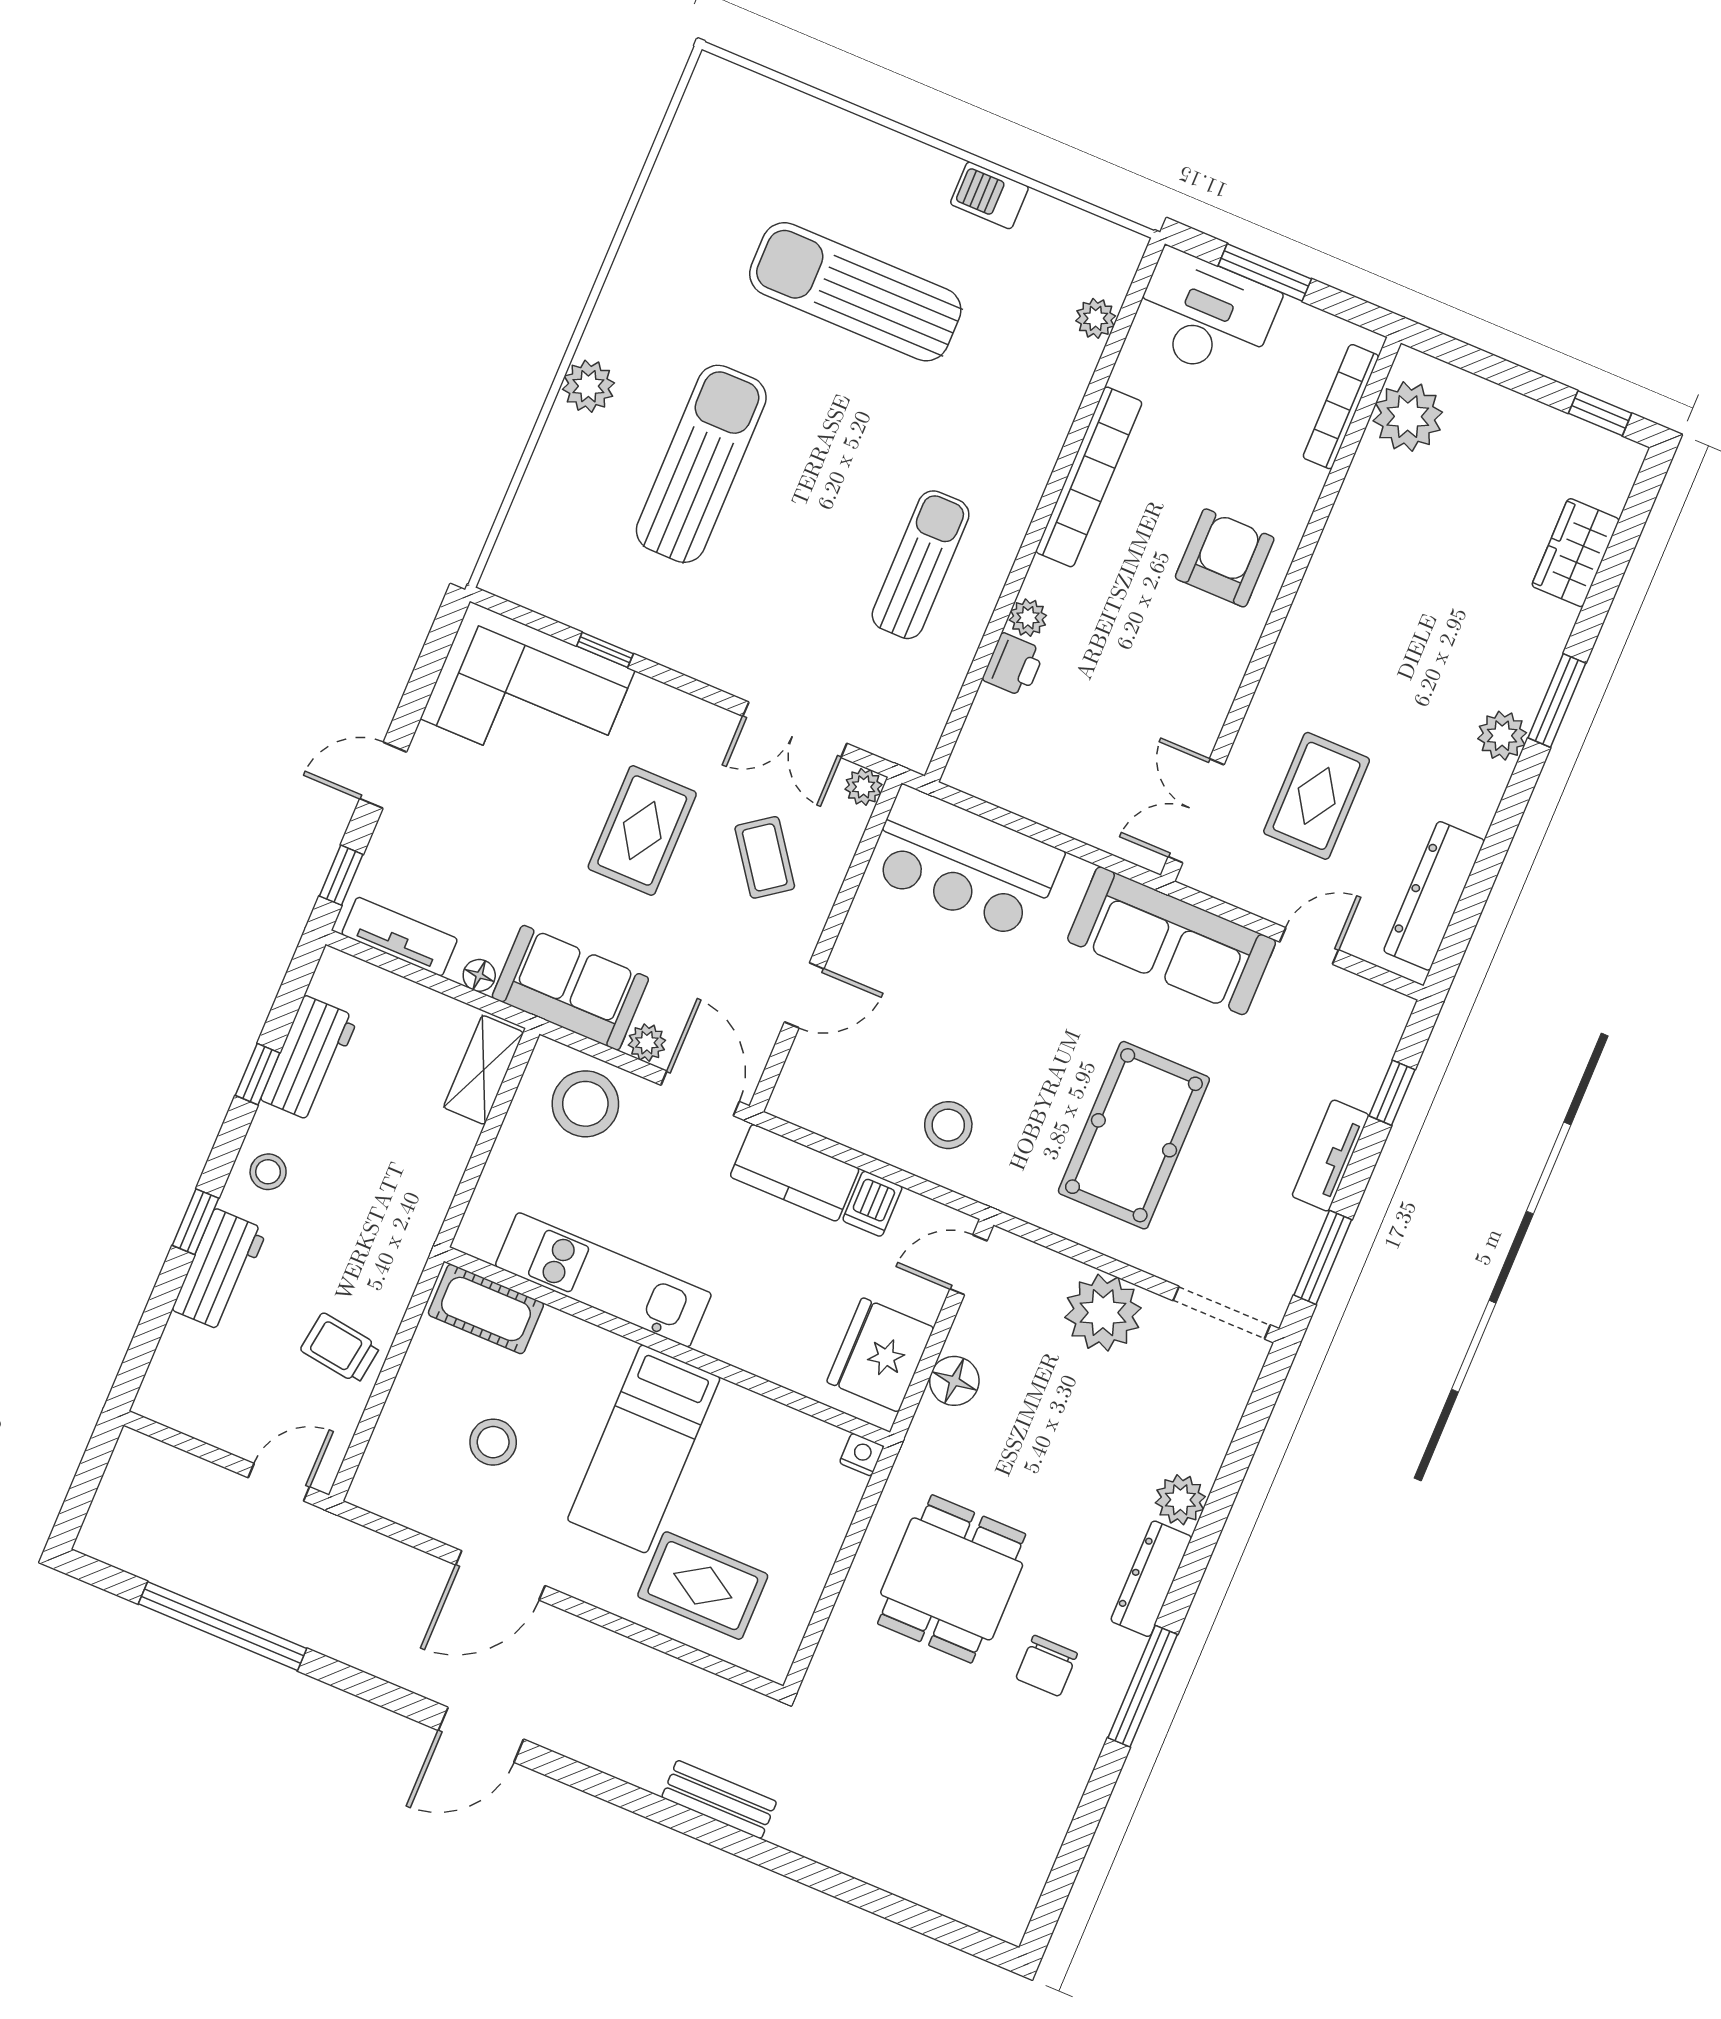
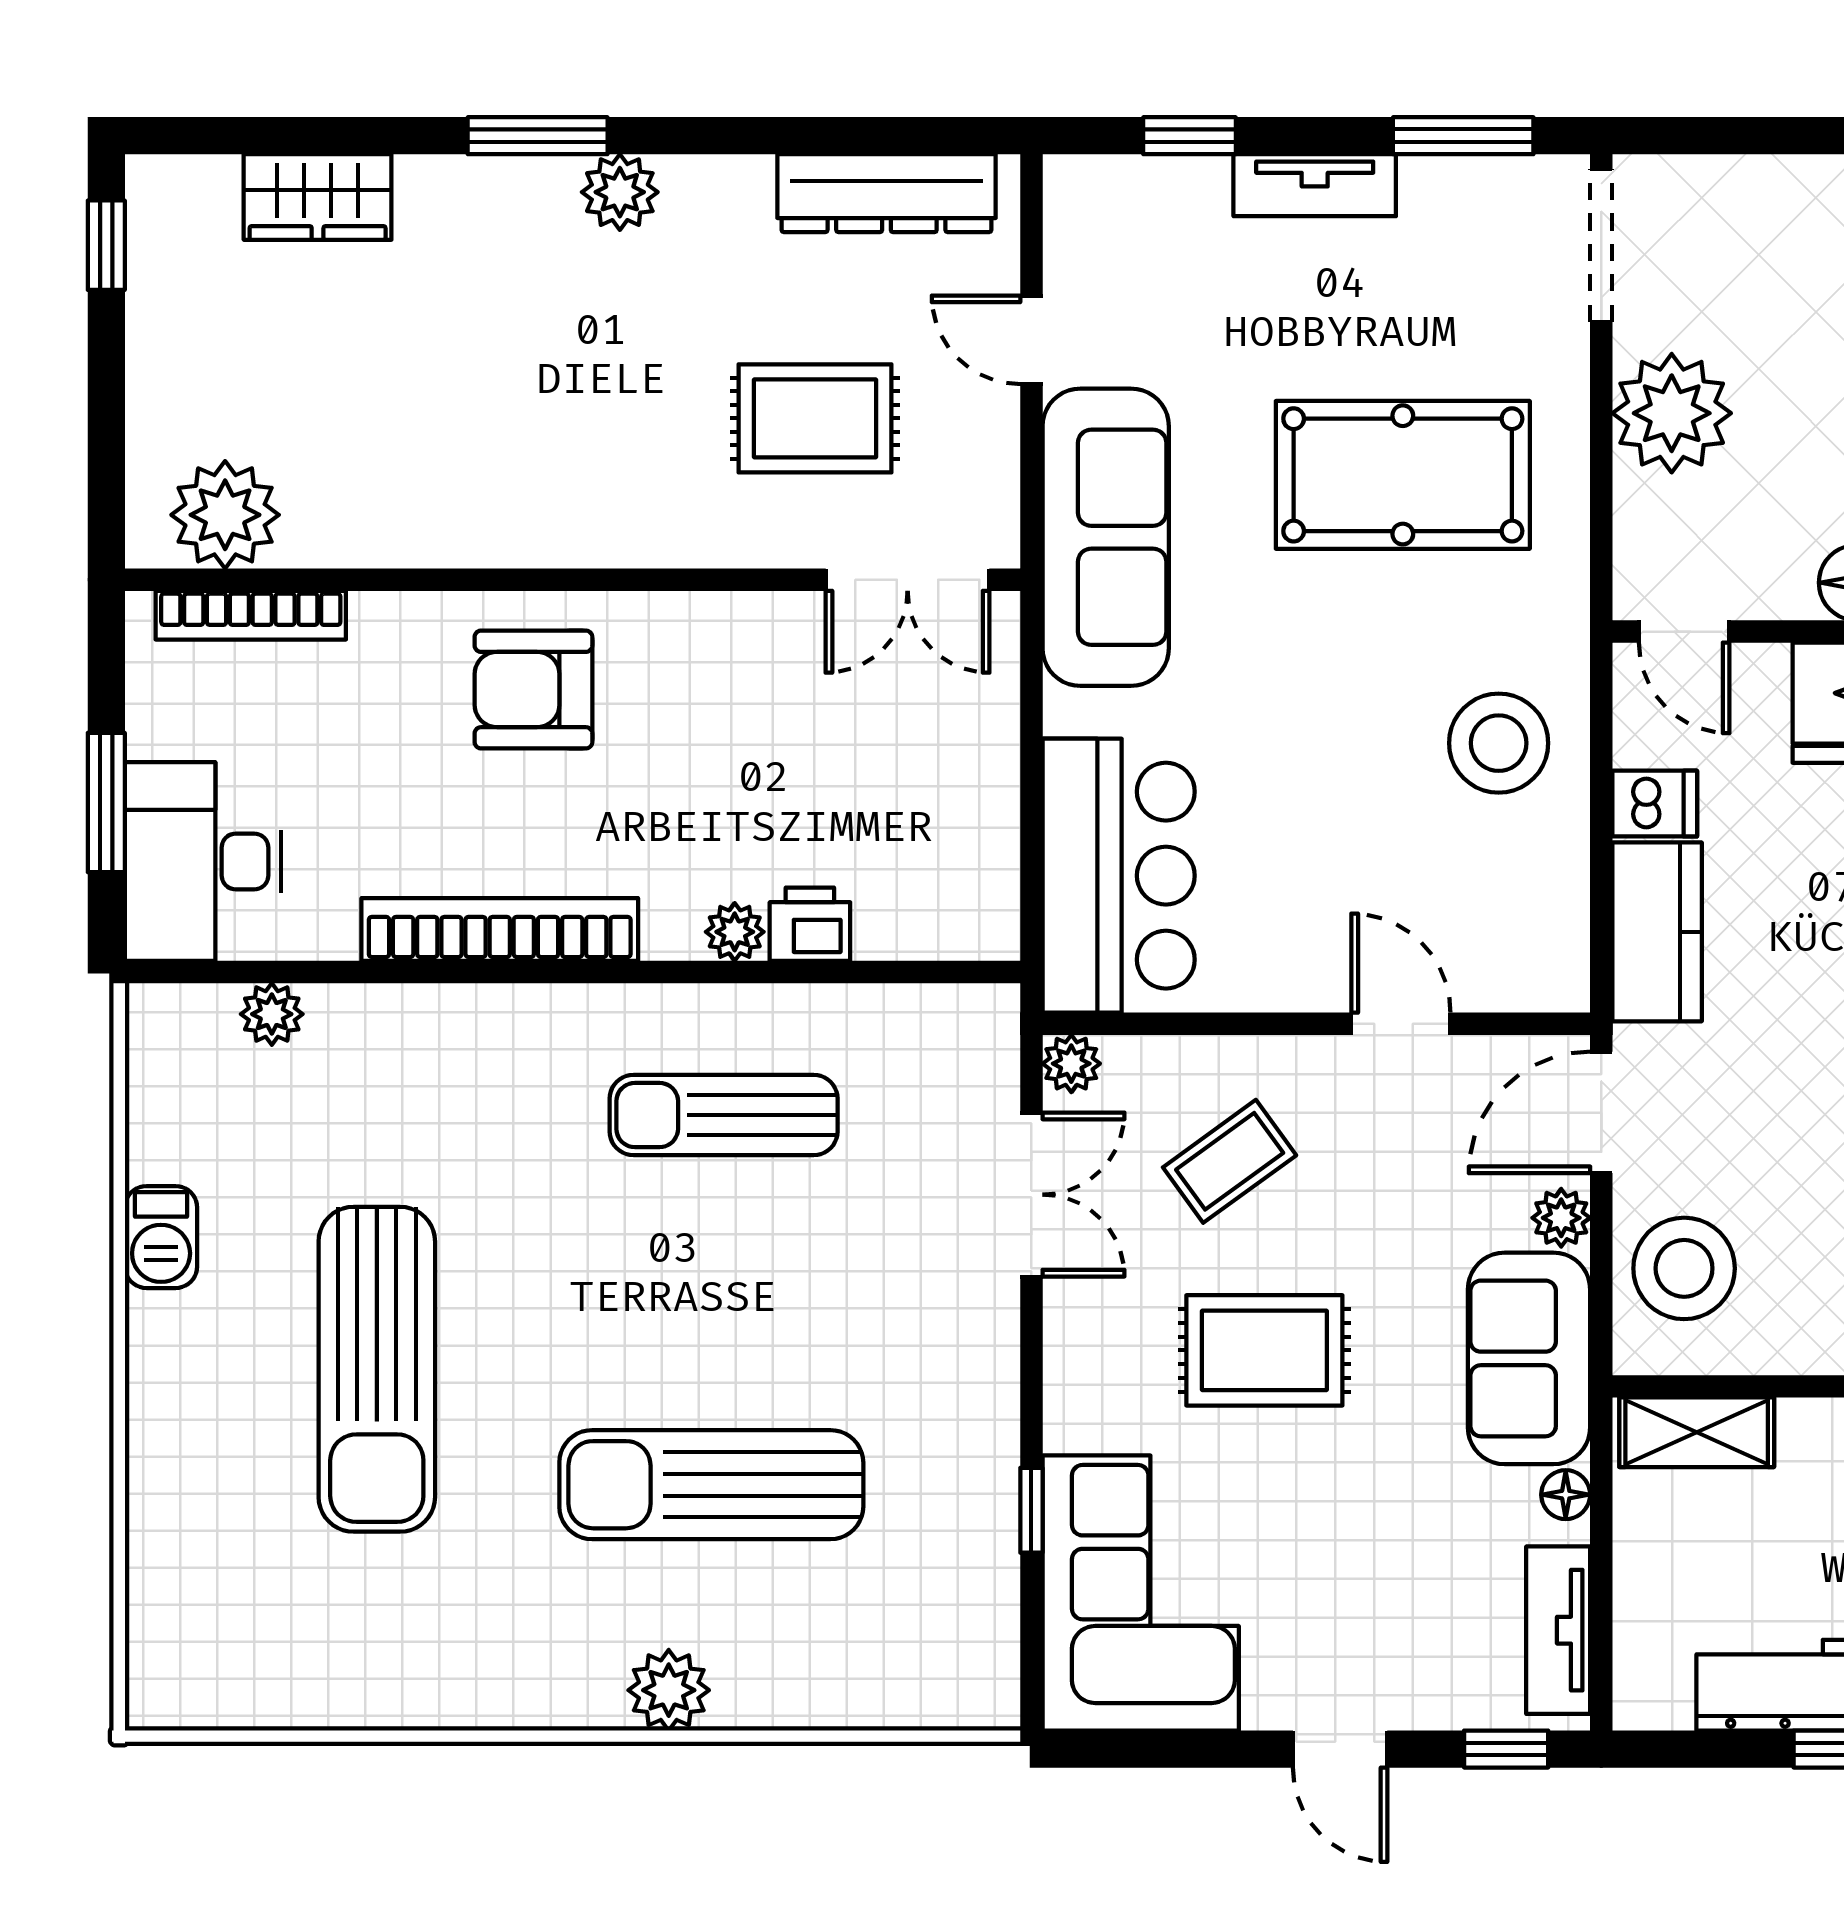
stool: (948, 1125) -> (1499, 743), width x1.38, depth x1.38

